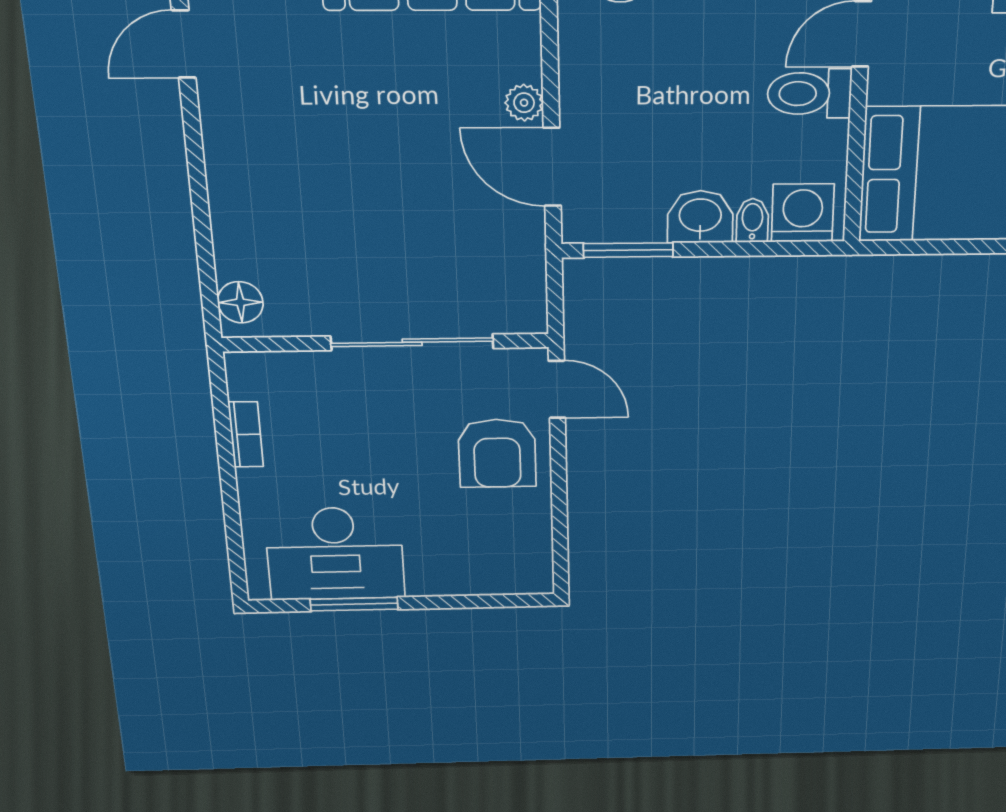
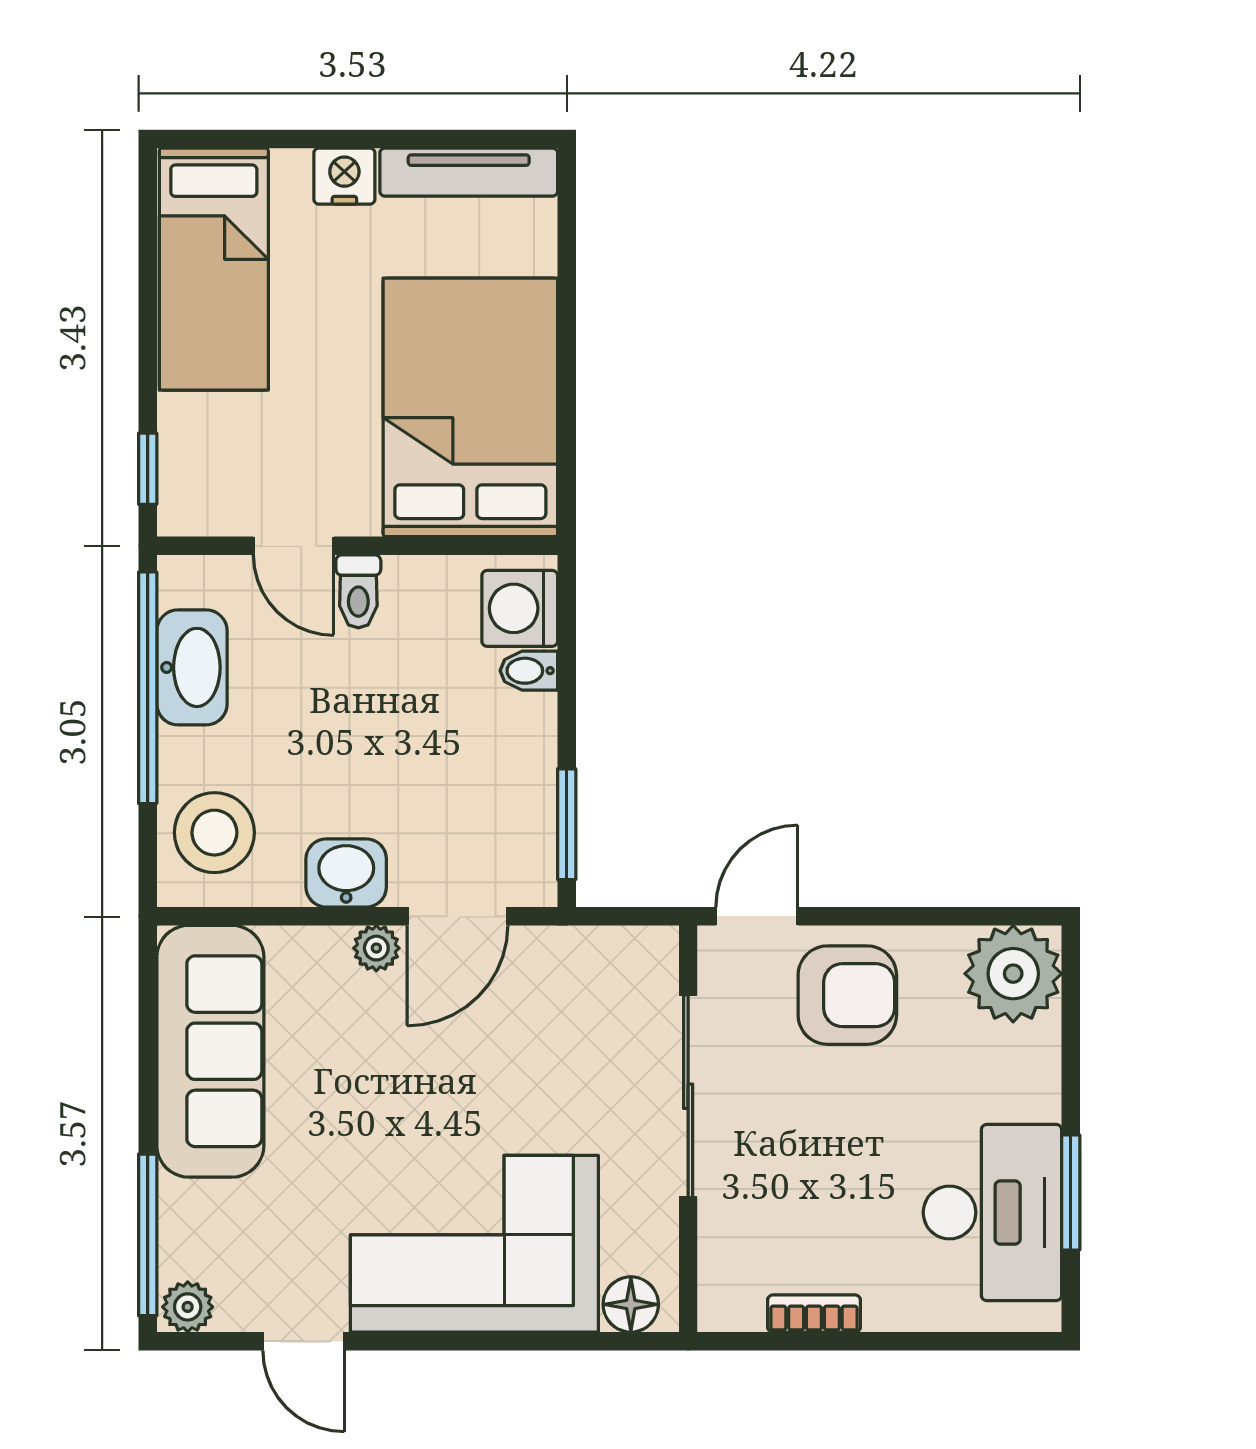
toilet: (809, 94) -> (358, 591), width x0.73, depth x0.72
corner sofa: (280, 182) -> (474, 1244), added
washbasin: (700, 217) -> (346, 873), moved, turned 90
plant: (517, 564) -> (1013, 974), added

